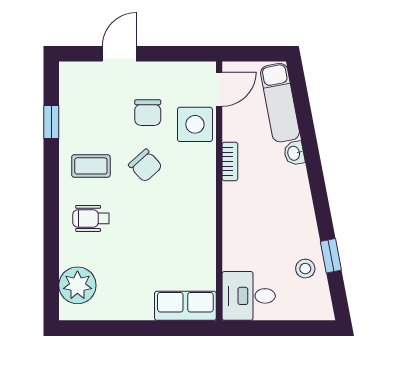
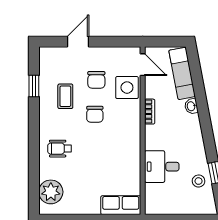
door: (219, 89) -> (143, 65), hinge flipped
coffee table: (91, 166) -> (65, 96), moved, turned 90
chair: (145, 166) -> (95, 114), turned 42
desk: (249, 296) -> (162, 167), moved

